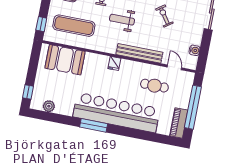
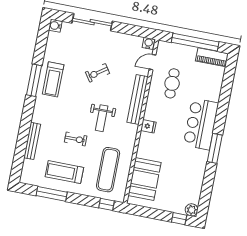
water cooler: (194, 50) -> (148, 43), moved
plant: (49, 106) -> (192, 210), moved
bar counter: (116, 113) -> (201, 124), width x0.54

